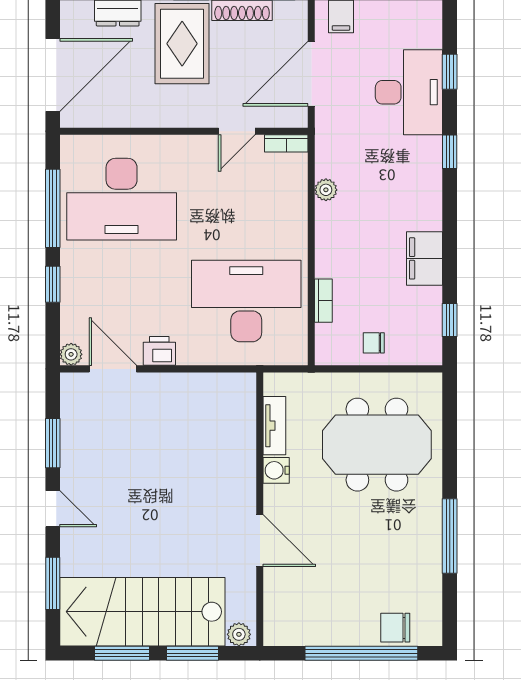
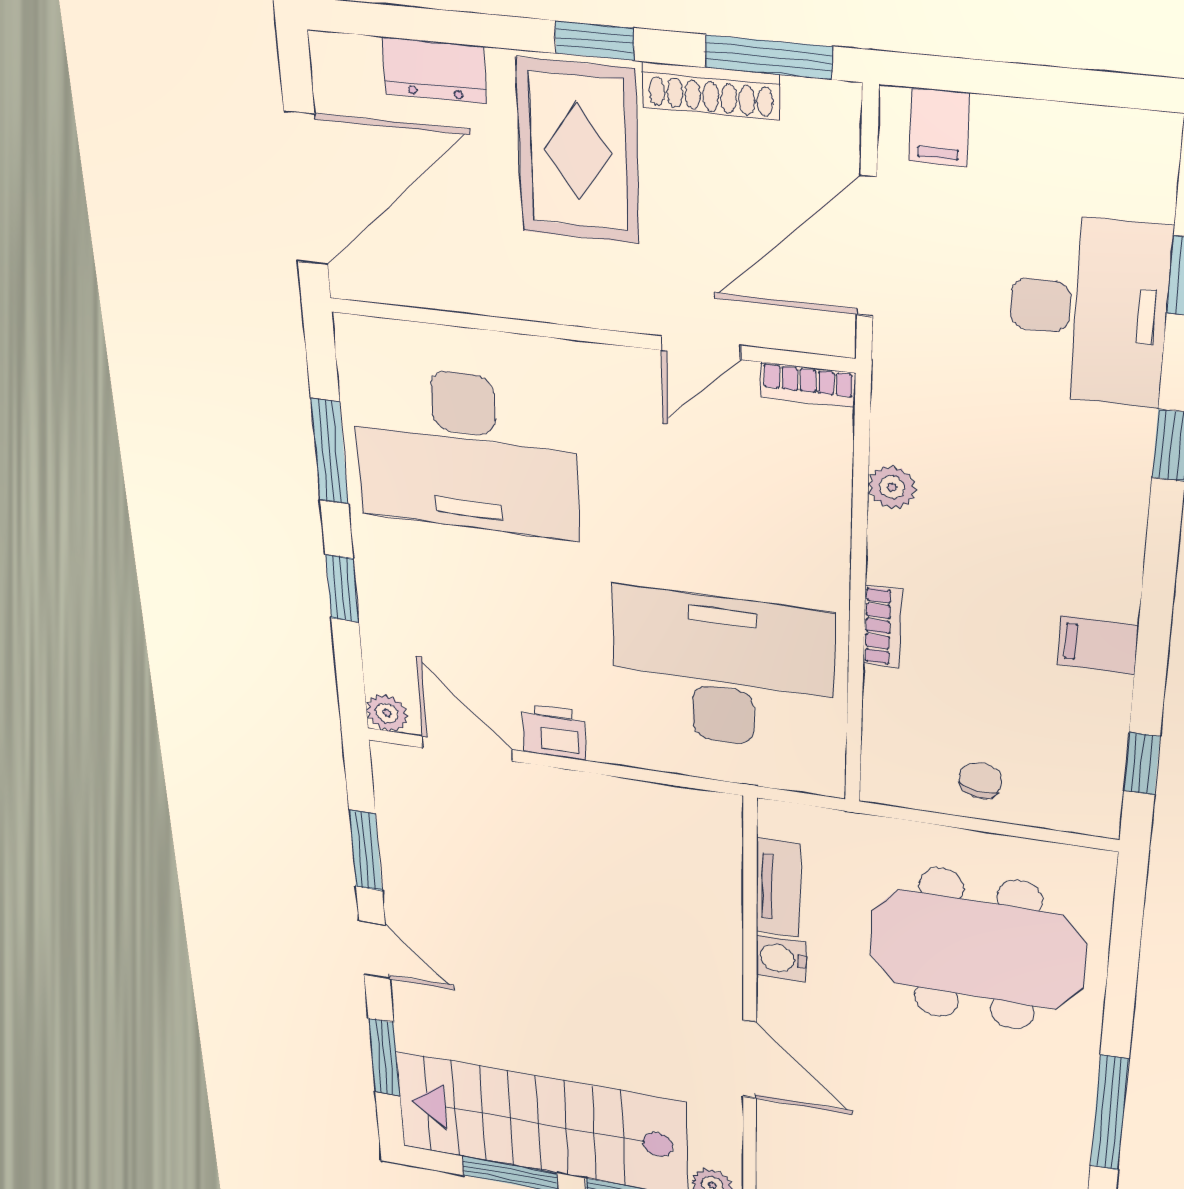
window: (53, 208) -> (330, 451), width x0.69
filing cabinet: (425, 258) -> (1098, 645), width x0.50
bookcase: (323, 301) -> (882, 627), moved
chair: (374, 343) -> (980, 781), turned 99

